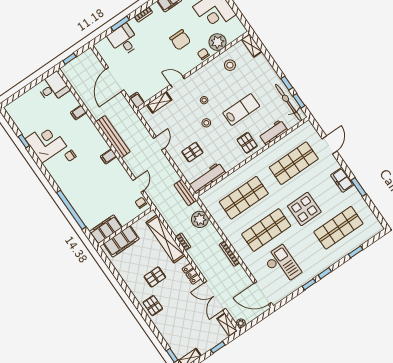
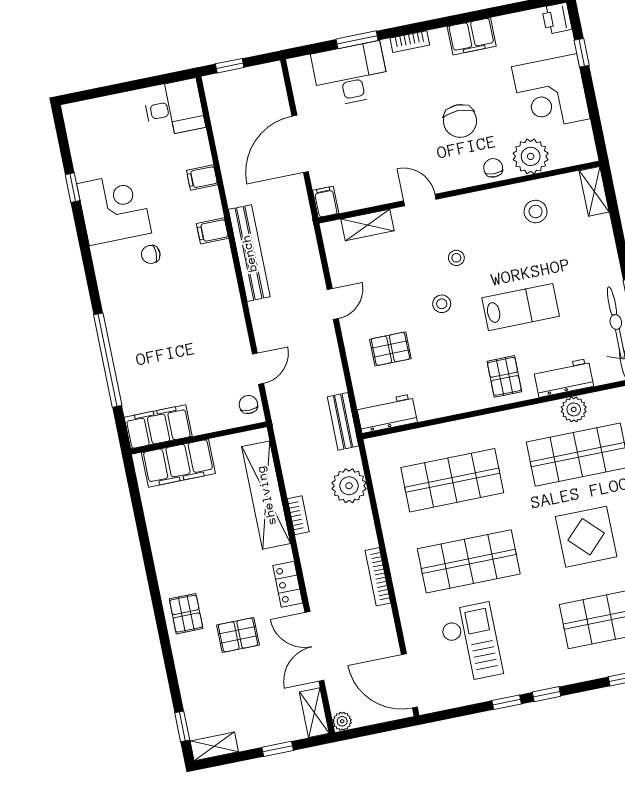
desk: (124, 40) -> (350, 74), width x1.37
plant: (283, 144) -> (574, 409), added
filing cabinet: (108, 156) -> (213, 231), moved
workbench: (207, 178) -> (387, 414), width x0.73
display table: (304, 209) -> (586, 537), moved
pallet: (155, 277) -> (238, 635), moved

